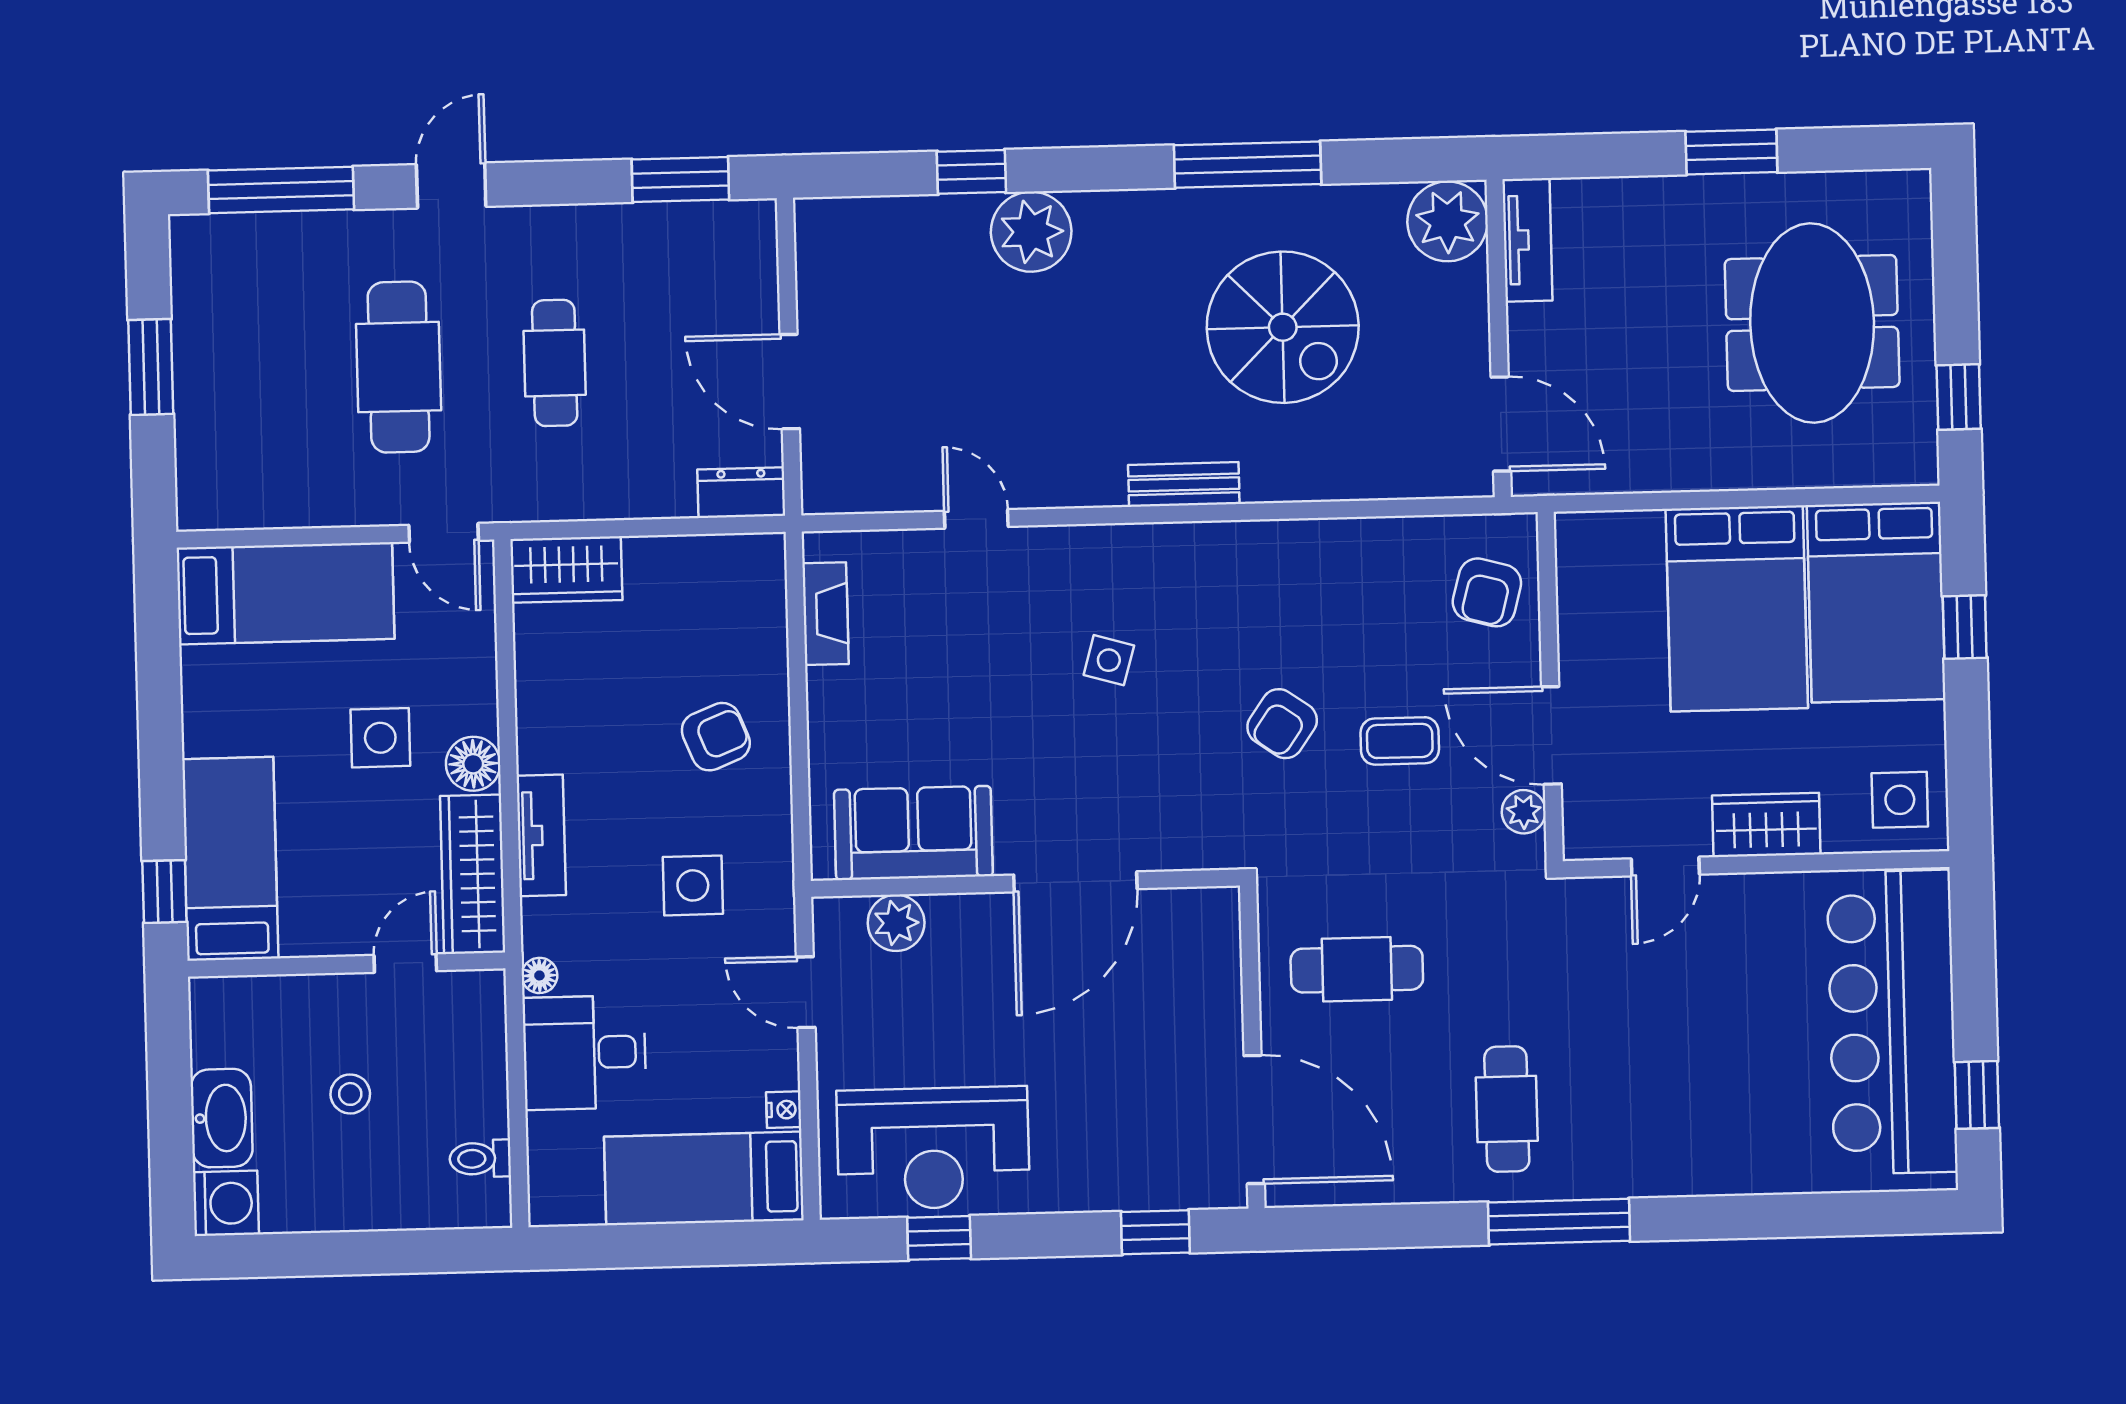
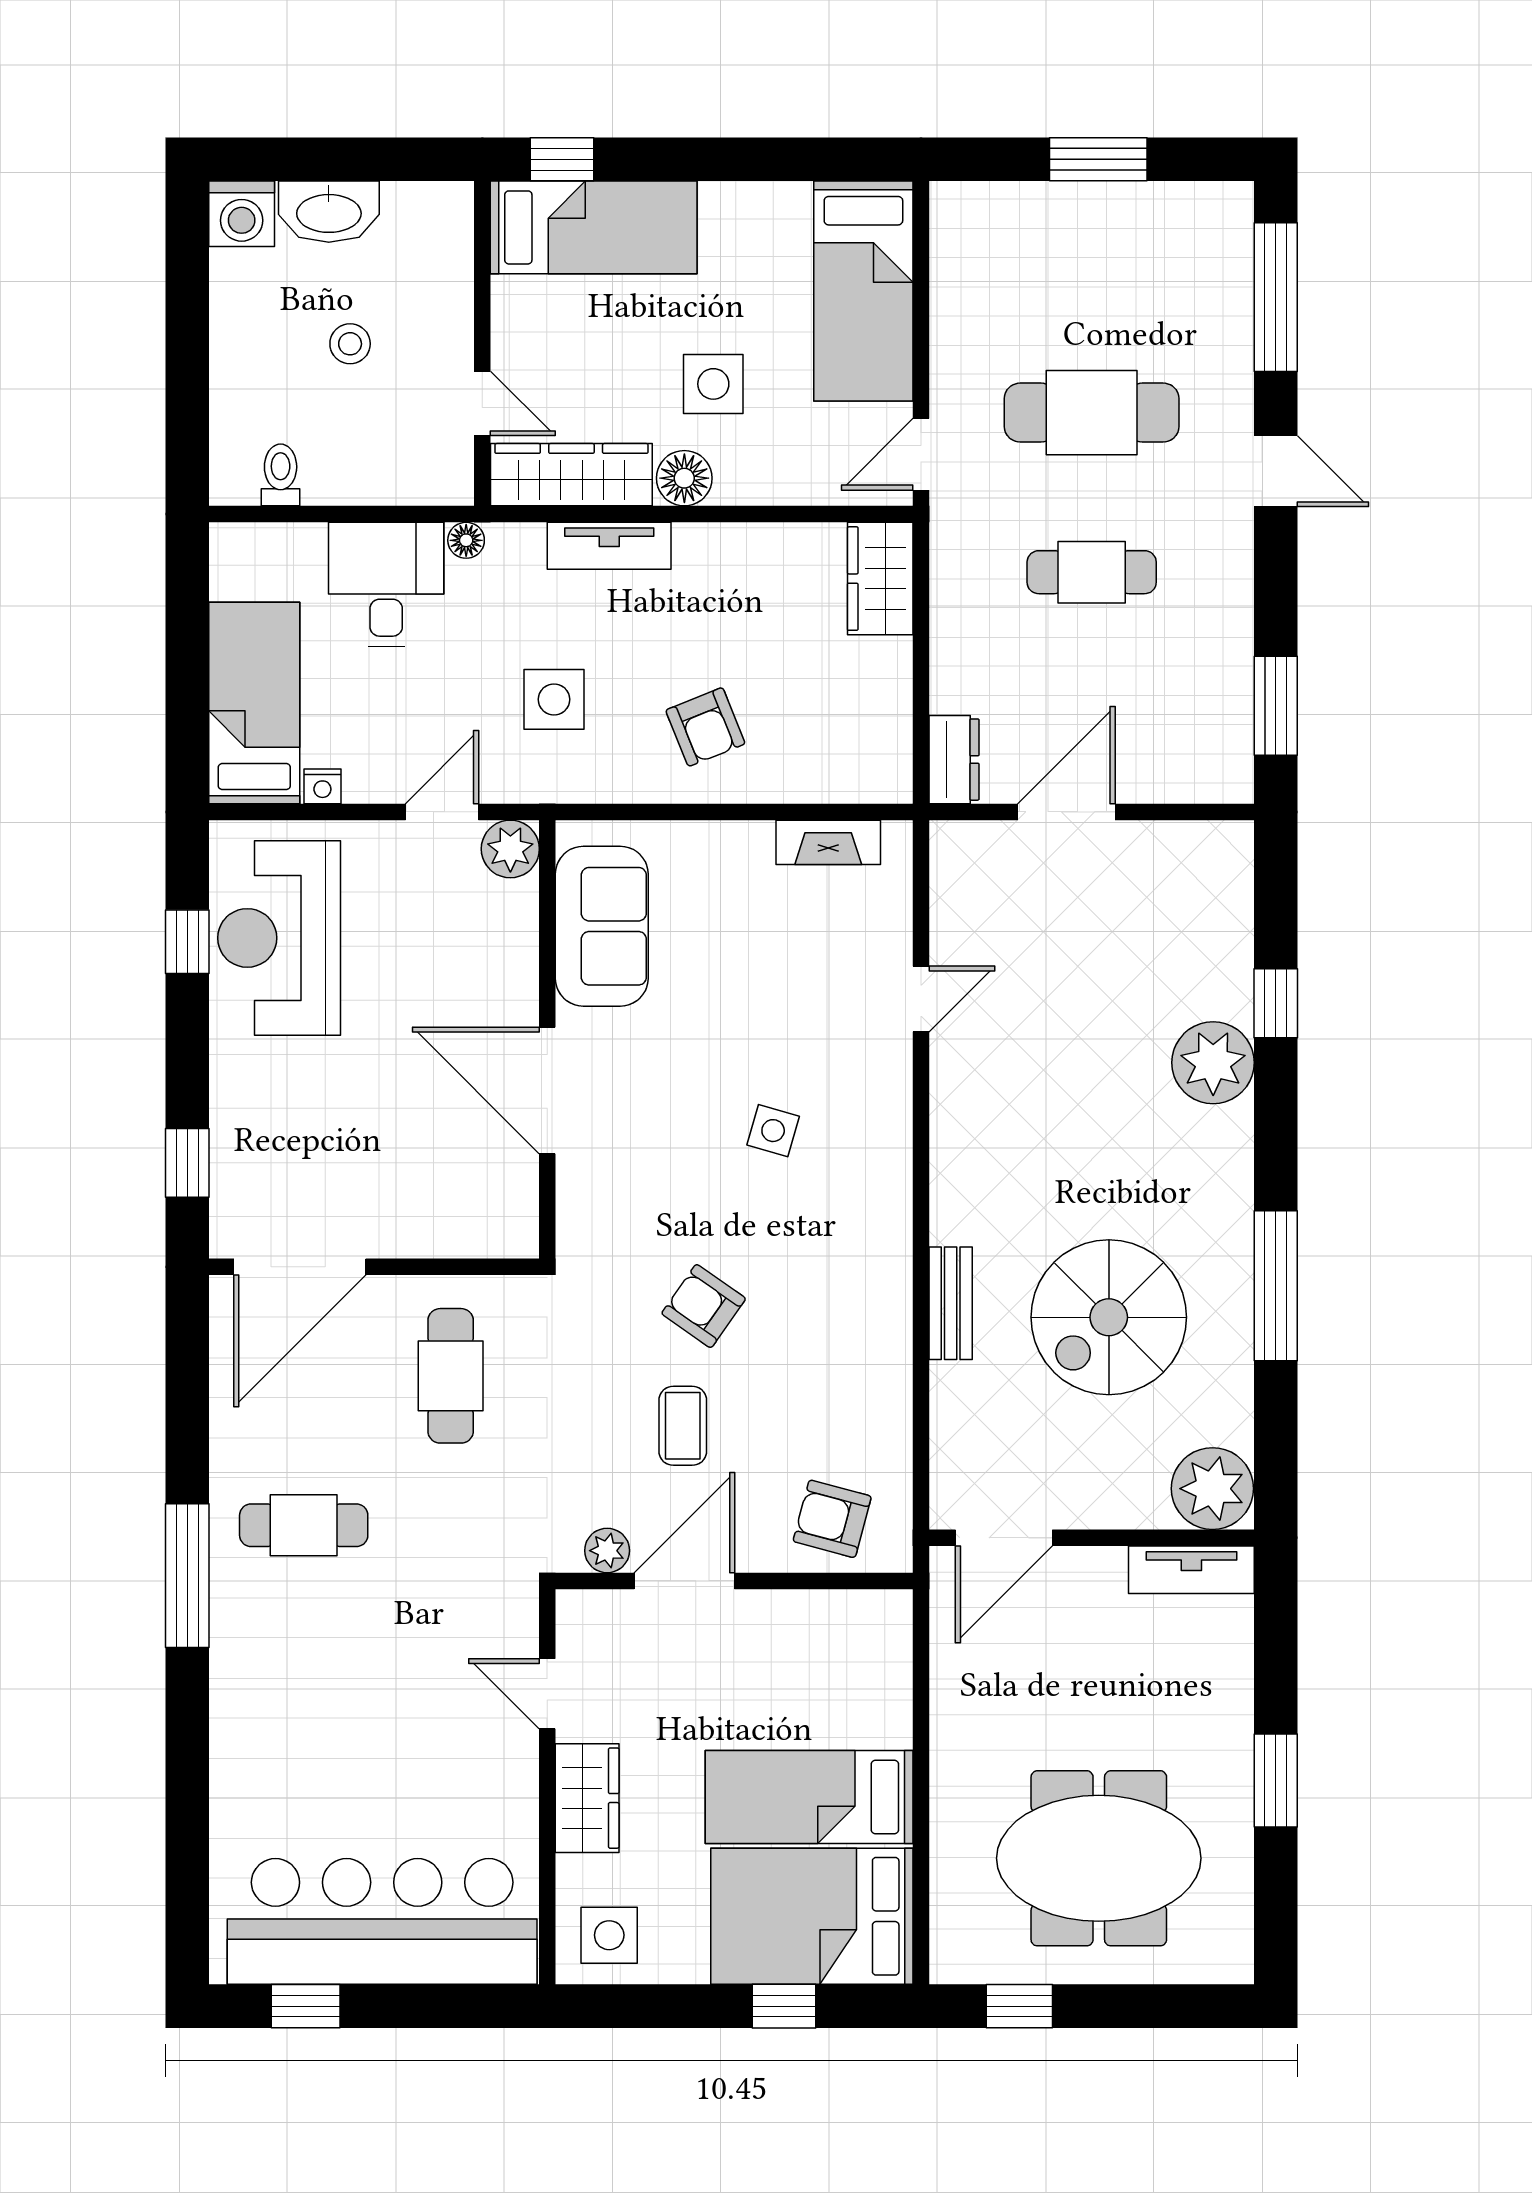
bench: (1184, 484) -> (951, 1303), moved
bed: (1737, 608) -> (809, 1797), width x0.67
plant: (896, 923) -> (510, 849), moved

